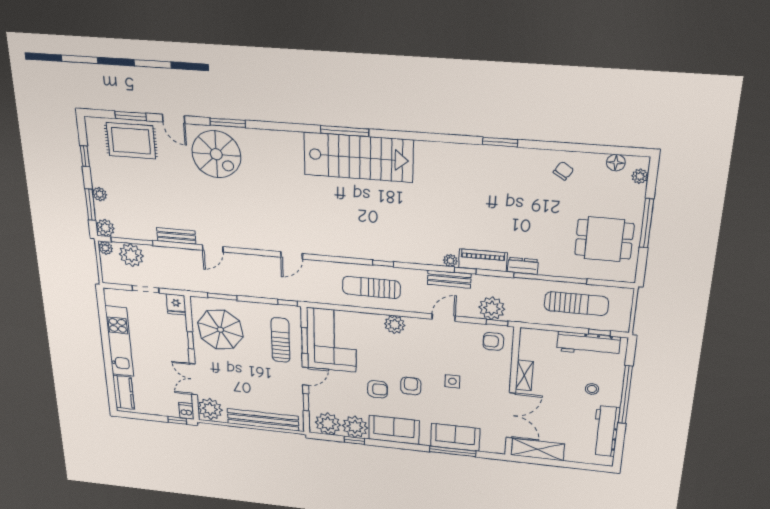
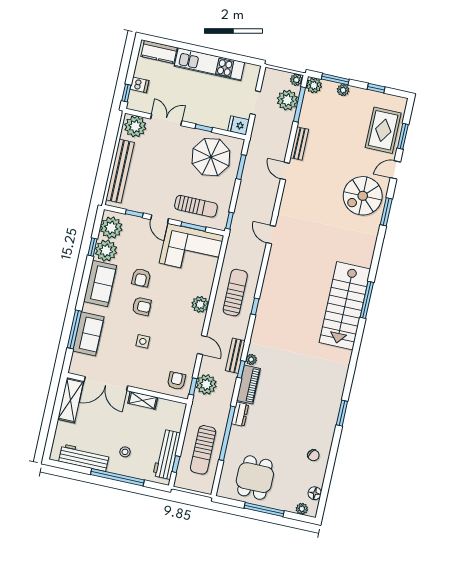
dishwasher: (186, 411) -> (139, 85), moved

